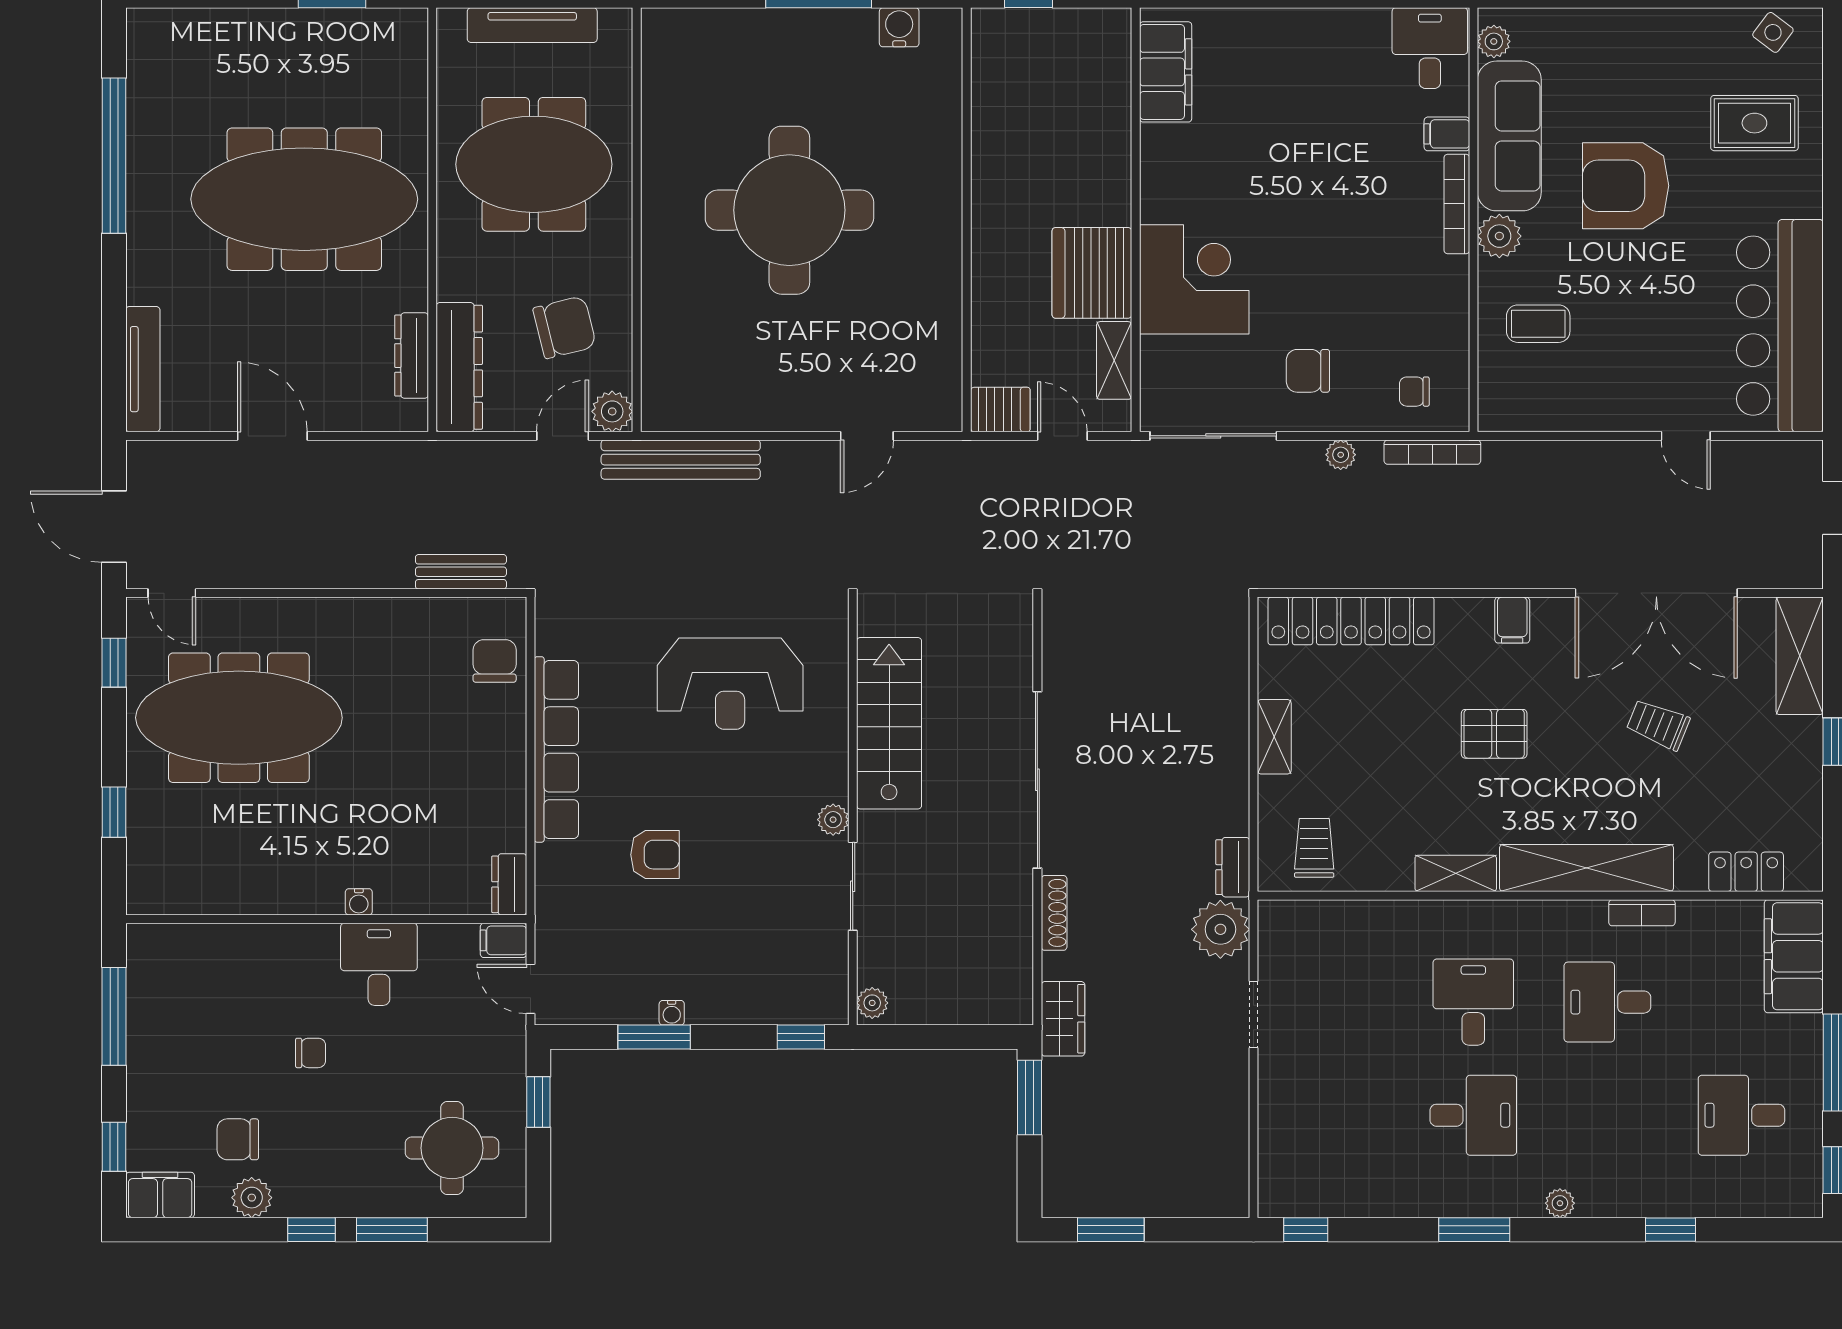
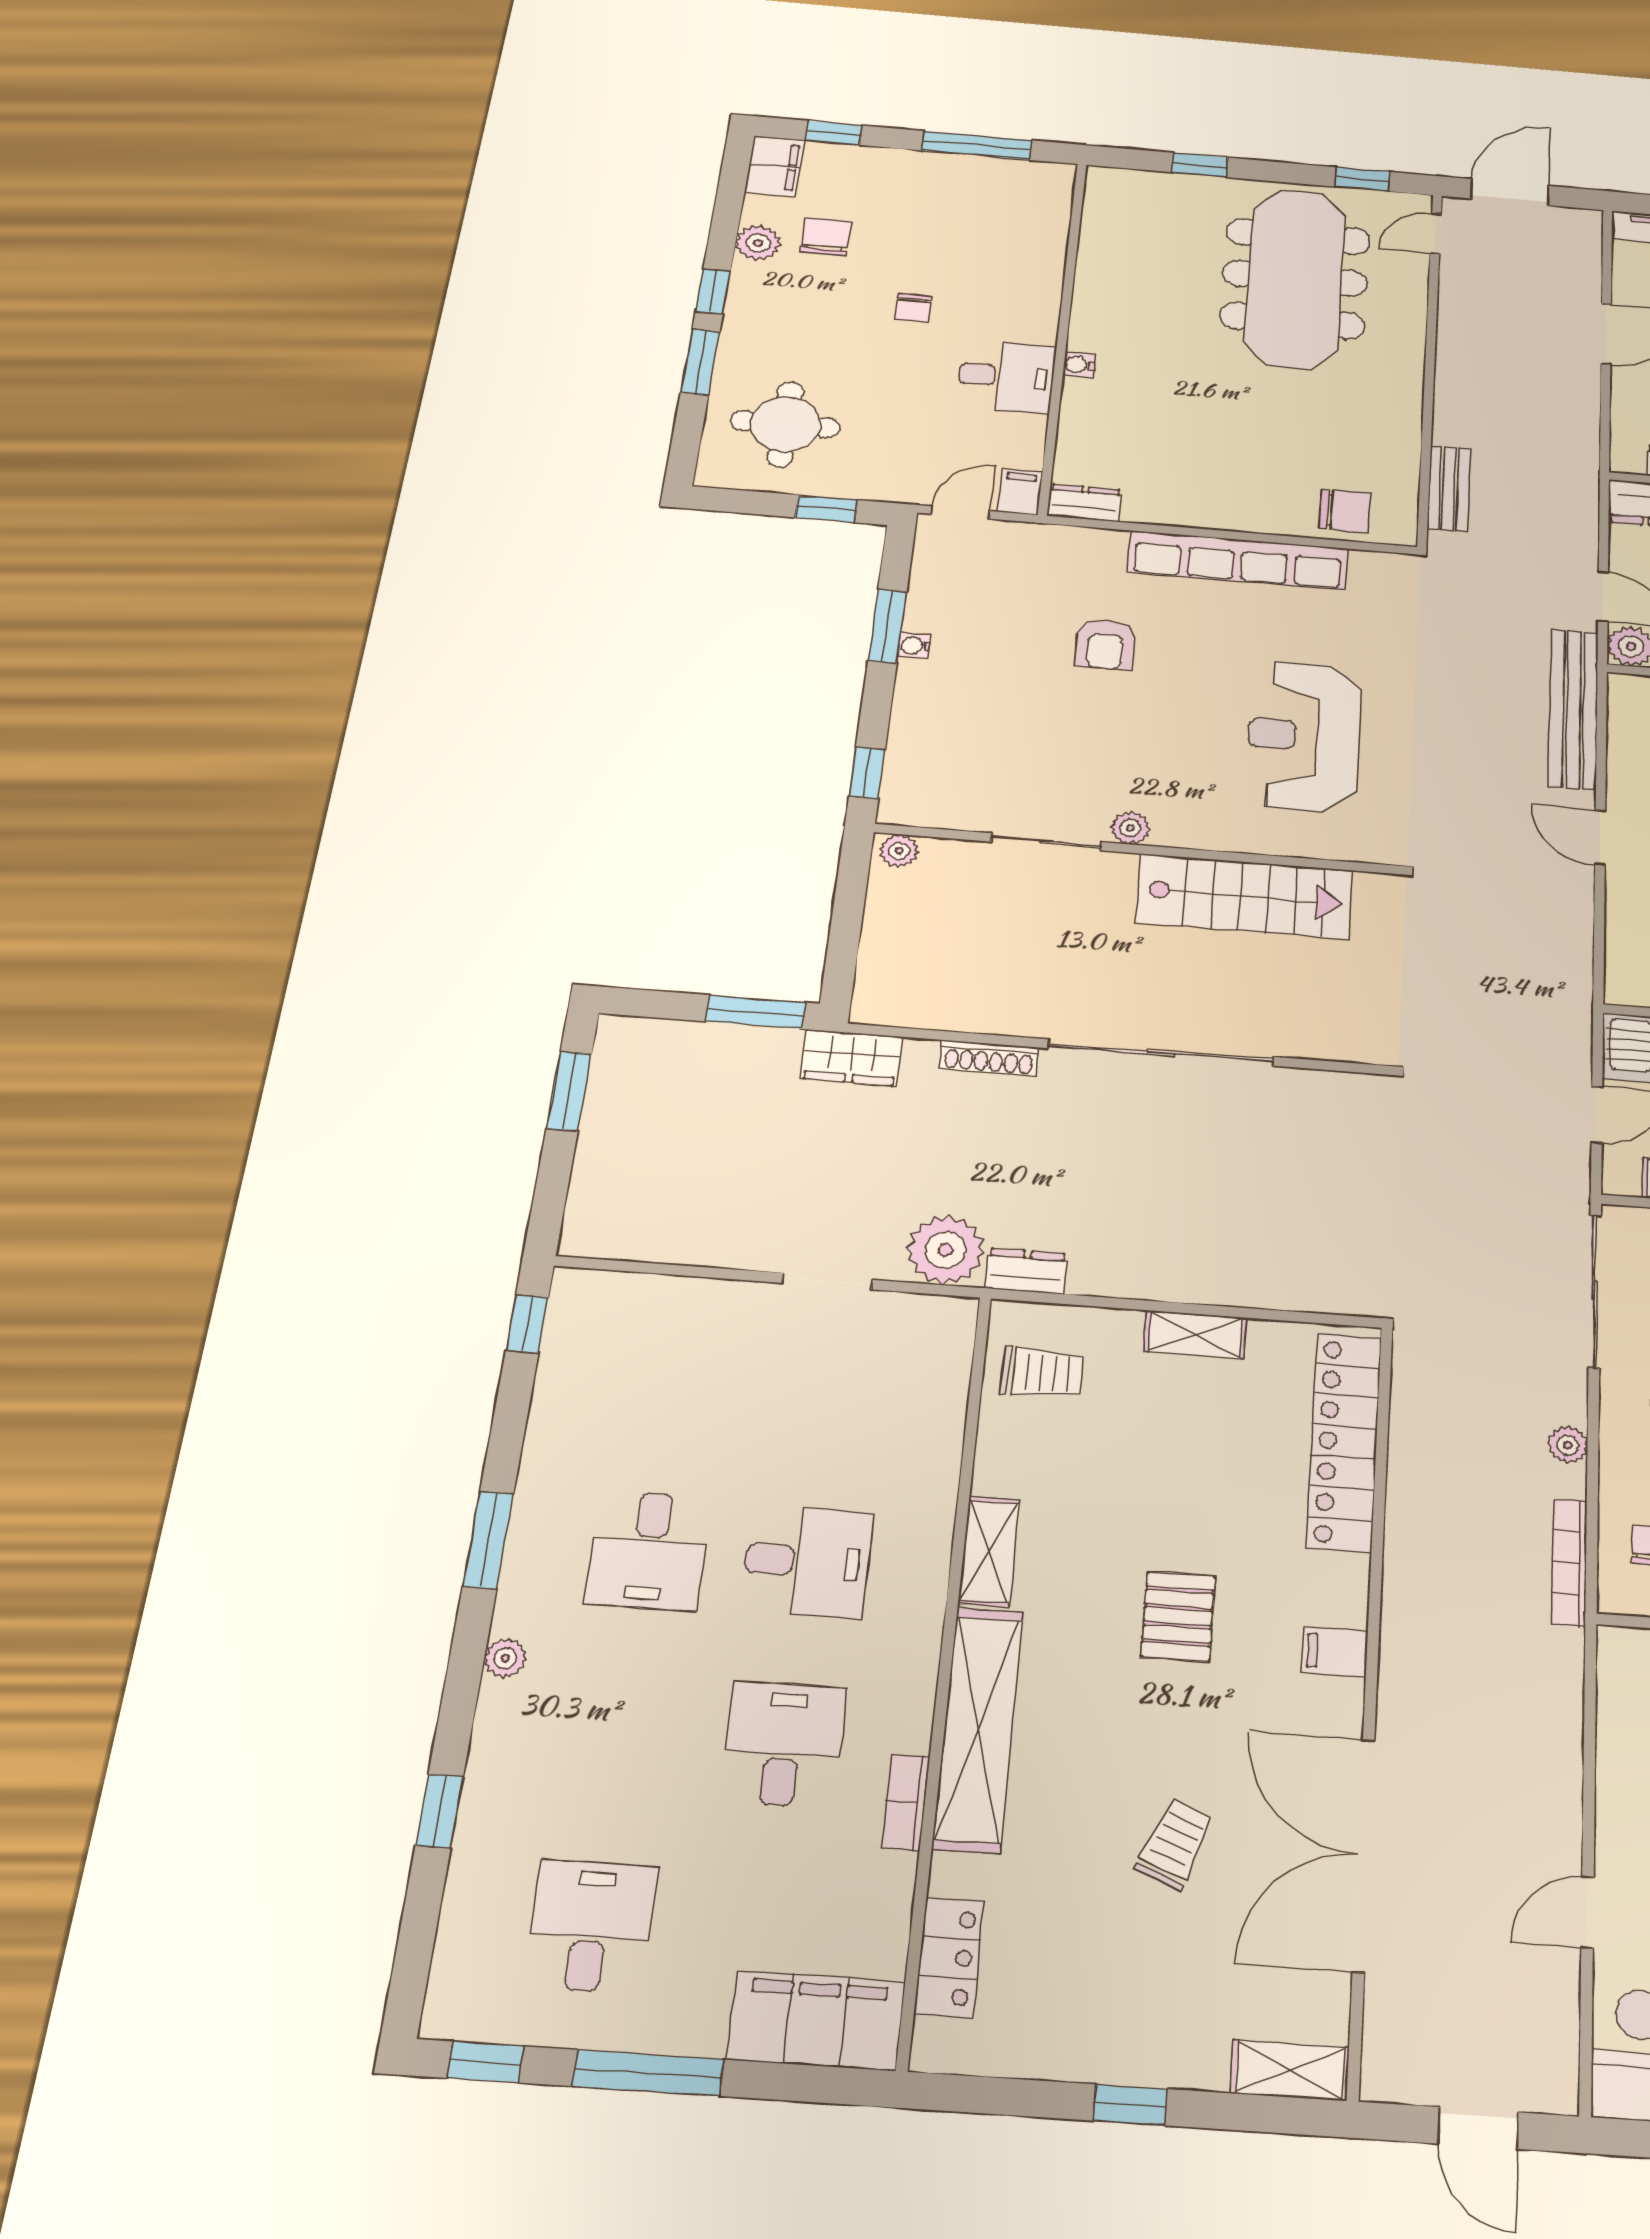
door: (867, 436) -> (1600, 838), moved
shelving: (1800, 656) -> (1290, 2070), width x0.67, depth x0.75

